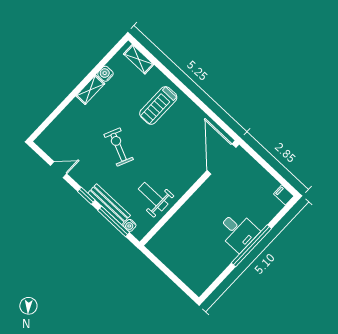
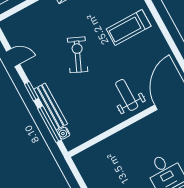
weight bench: (153, 197) -> (127, 95), moved

